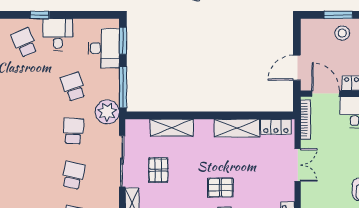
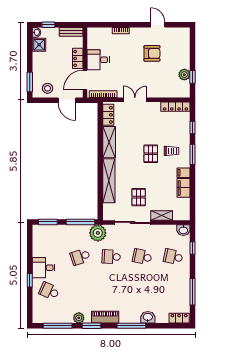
window: (338, 15) -> (30, 82), moved
stool: (342, 33) -> (48, 88), moved
school desk: (24, 42) -> (49, 291), turned 48
desk: (104, 48) -> (53, 235), removed
shelving: (172, 128) -> (109, 181), width x1.47
pallet: (158, 170) -> (139, 197), turned 90

